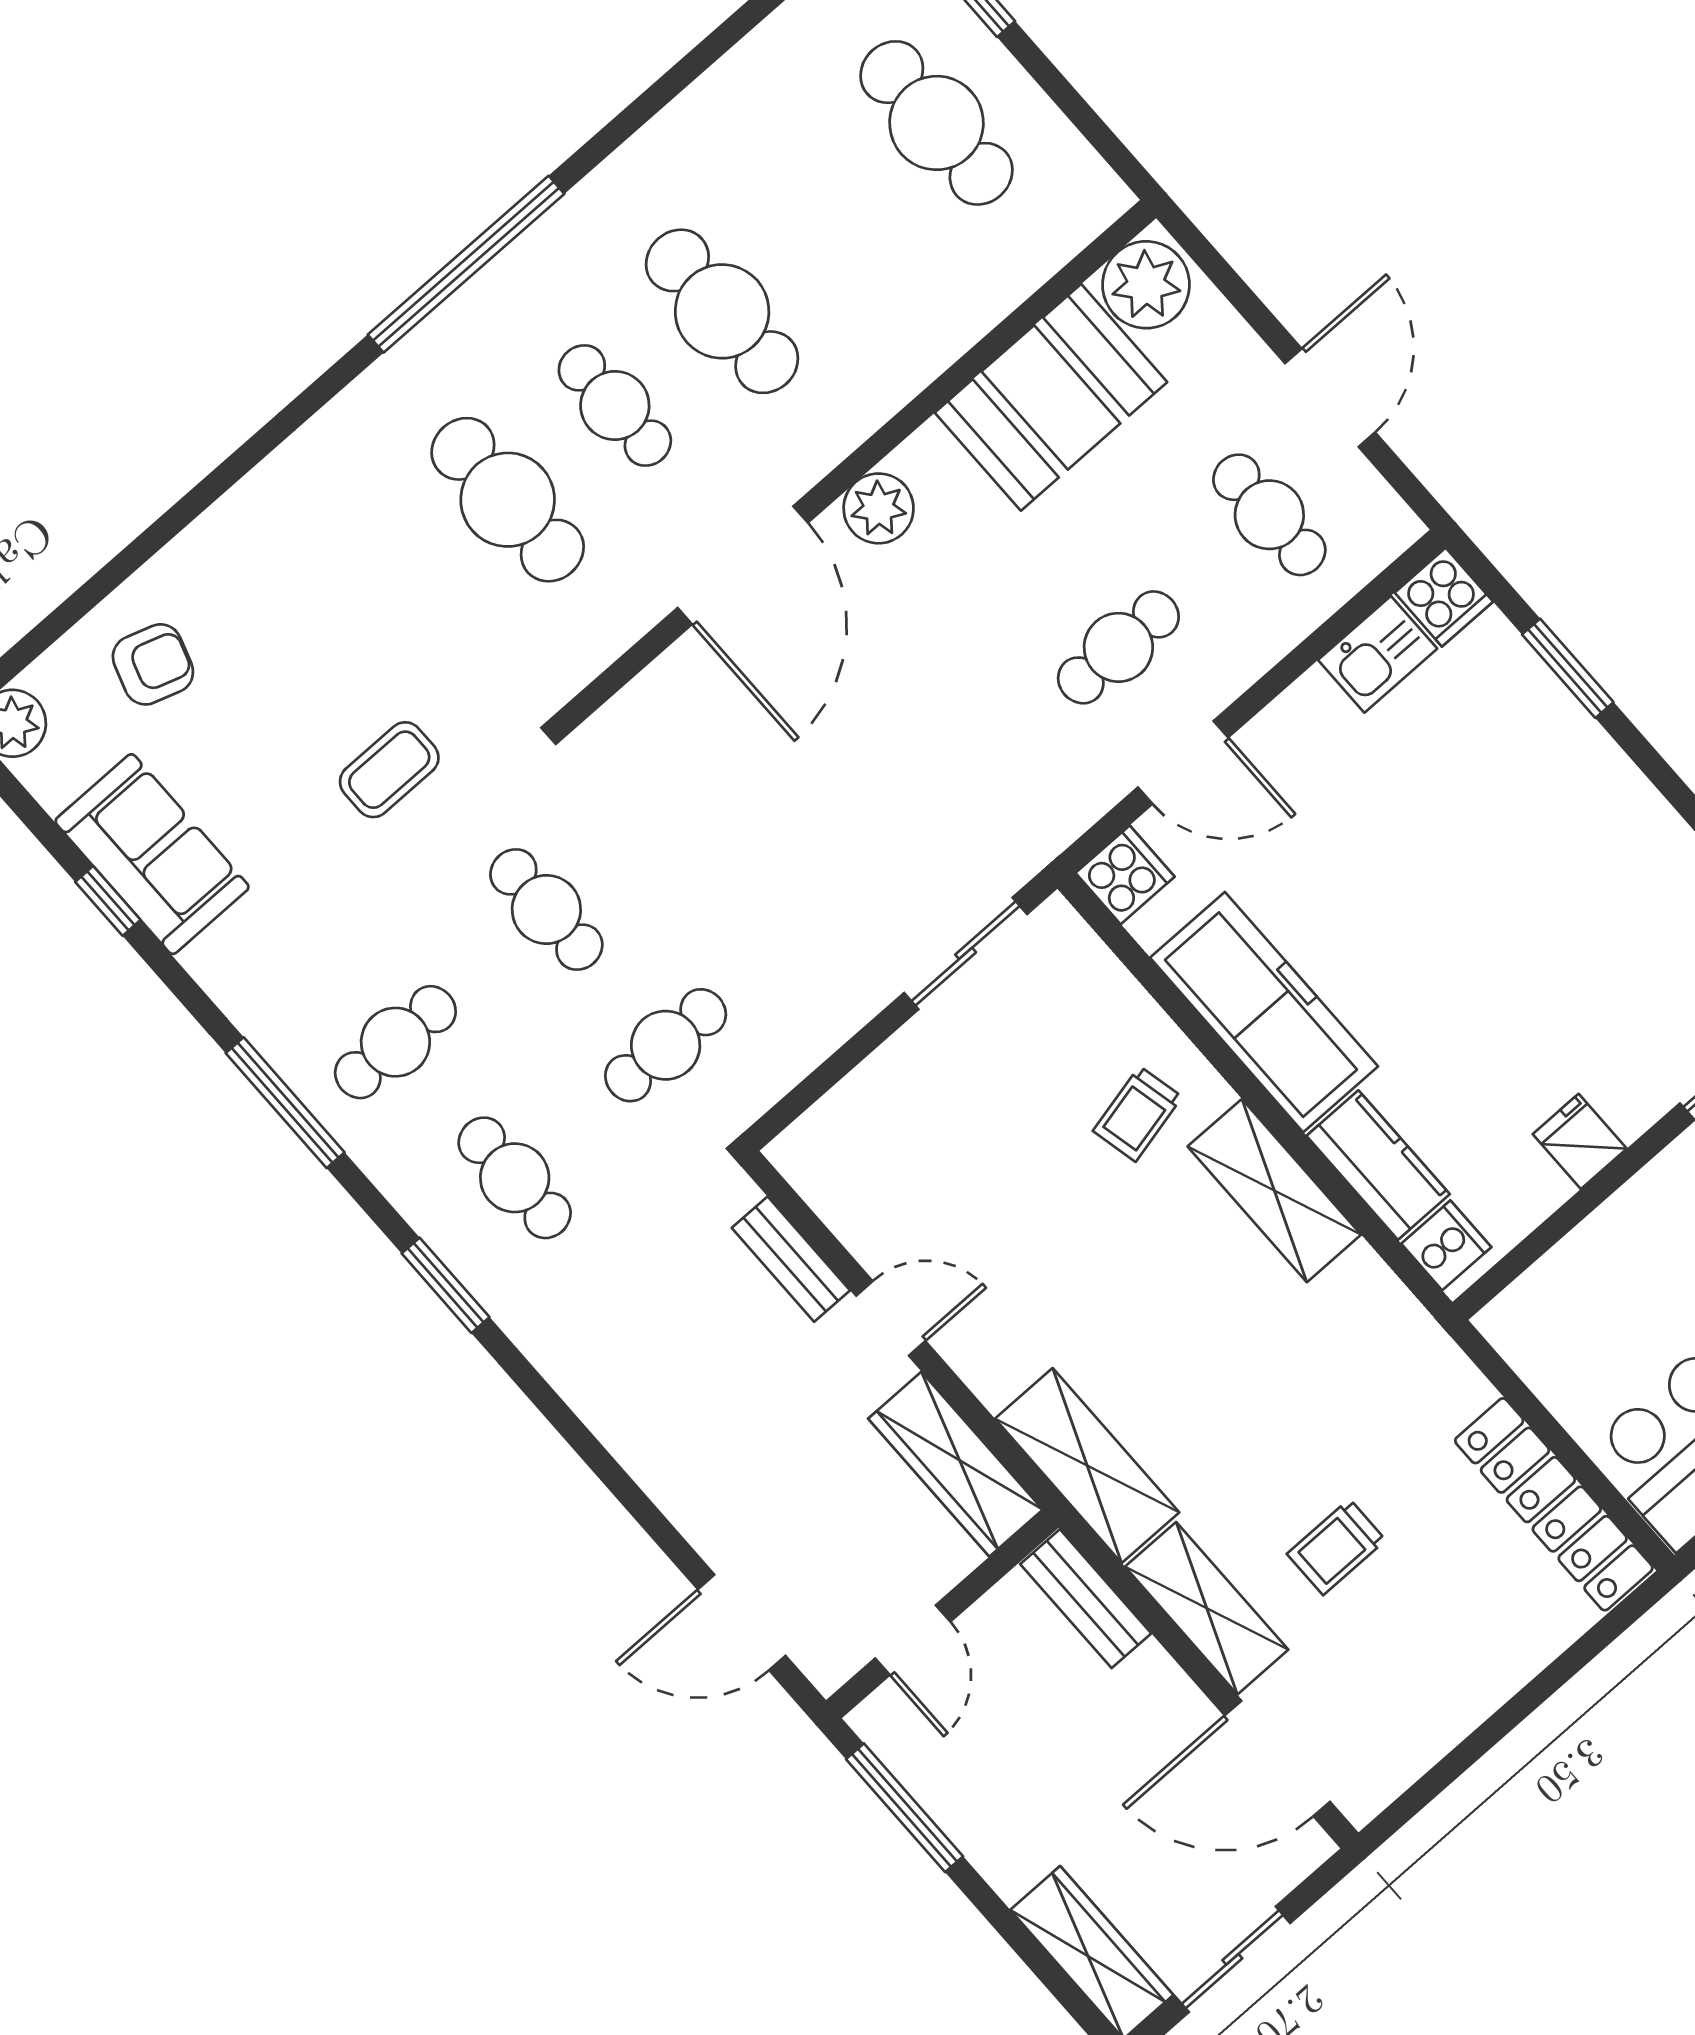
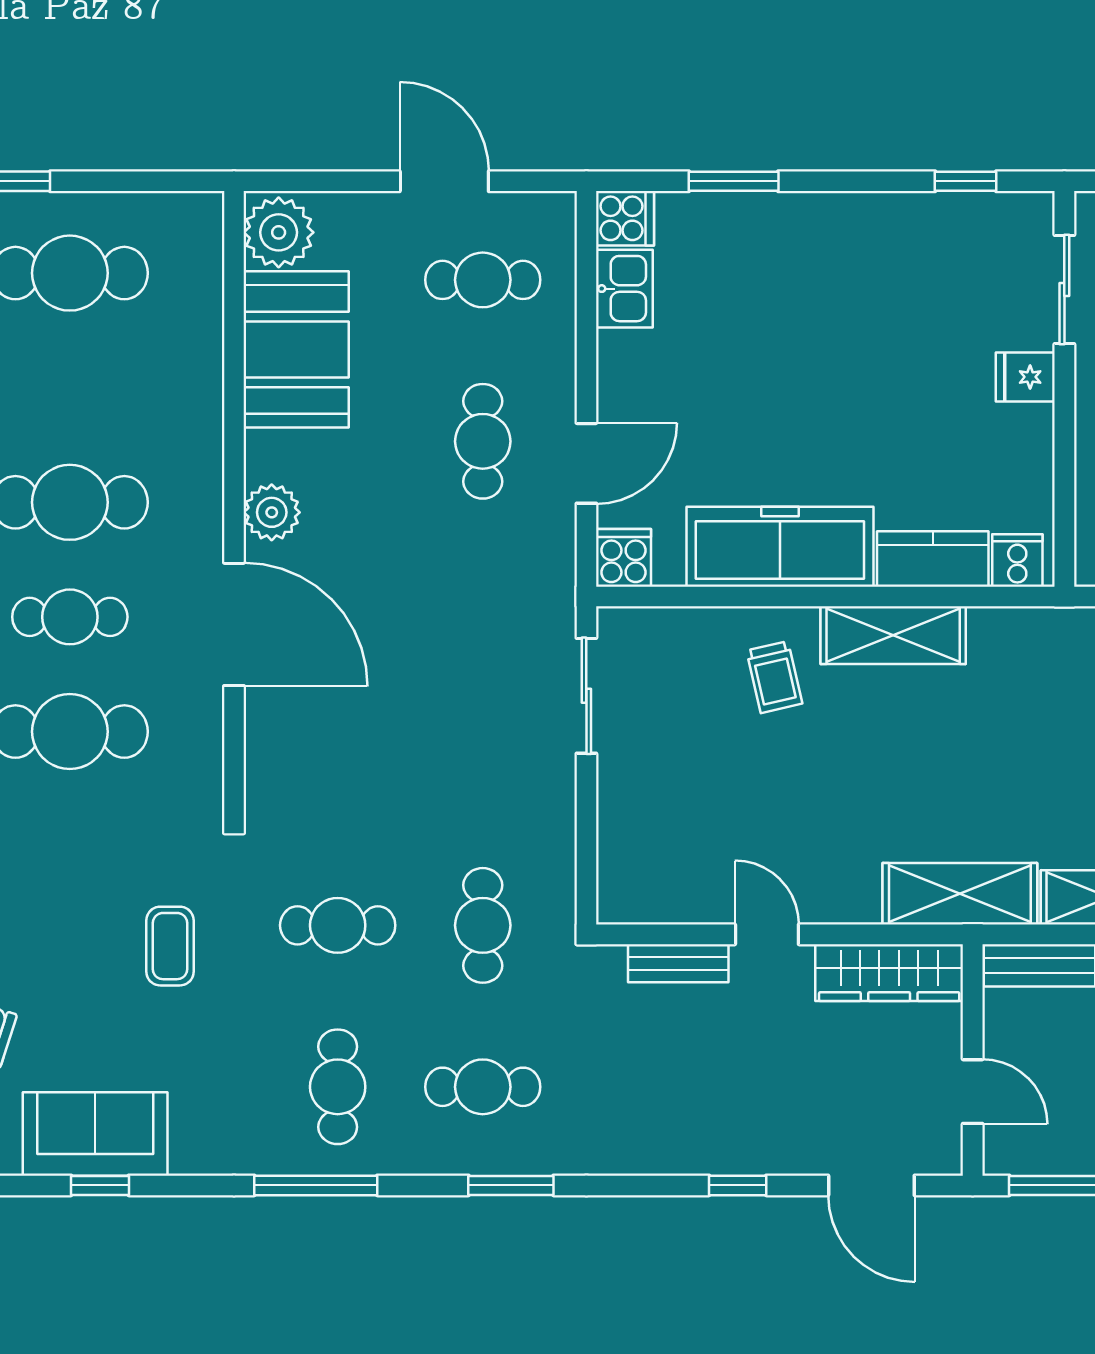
fridge: (1580, 1141) -> (1025, 377), moved
door: (891, 1318) -> (767, 934), hinge flipped
window: (632, 1497) -> (738, 1185), added
door: (742, 1622) -> (871, 1185), hinge flipped

